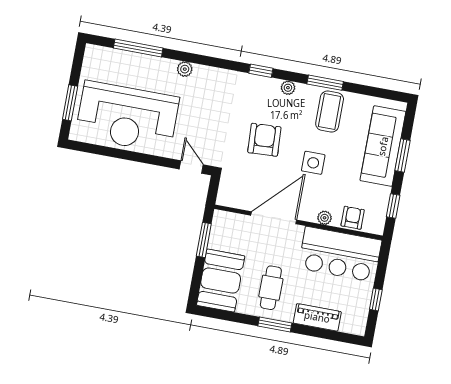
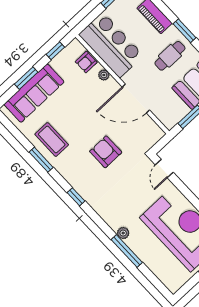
window: (138, 48) -> (127, 251), moved
plant: (288, 88) -> (67, 174), removed
coffee table: (330, 112) -> (52, 139), turned 90
armchair: (264, 140) -> (106, 152), turned 93
side table: (313, 163) -> (86, 115), removed

